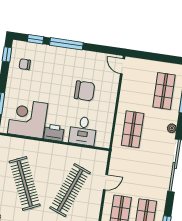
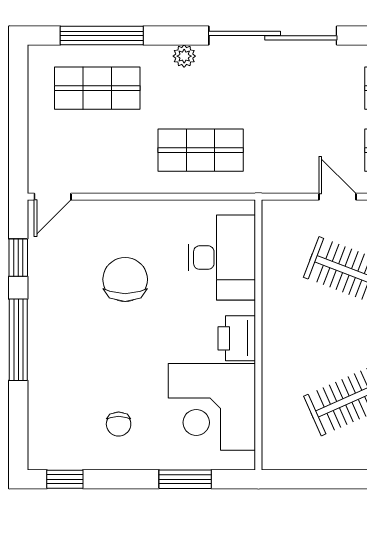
window: (36, 39) -> (18, 258), moved
chair: (25, 64) -> (119, 424), moved
desk: (83, 131) -> (222, 258), width x1.37

